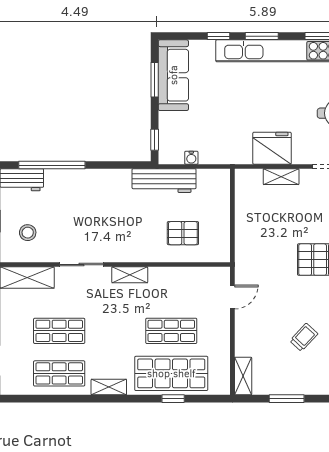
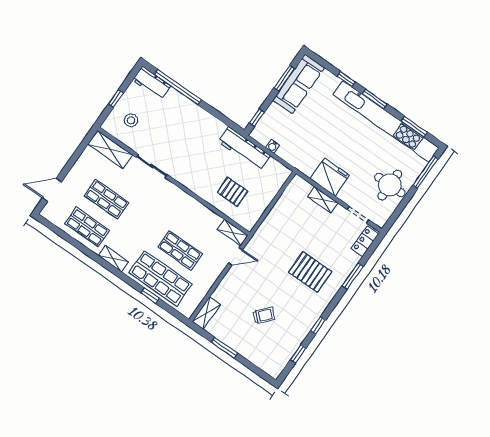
shelving: (130, 275) -> (233, 232), moved

